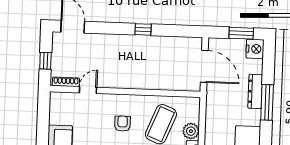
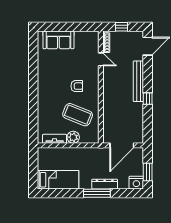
bench: (119, 41) -> (138, 81), added

